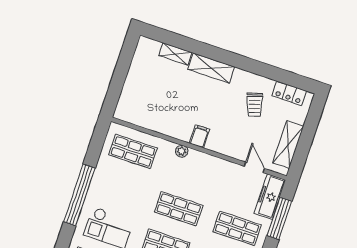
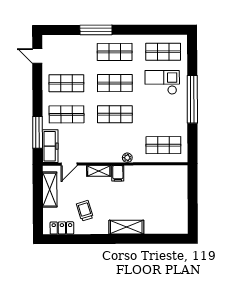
shelving: (175, 54) -> (99, 171), moved
door: (254, 167) -> (69, 164), hinge flipped

